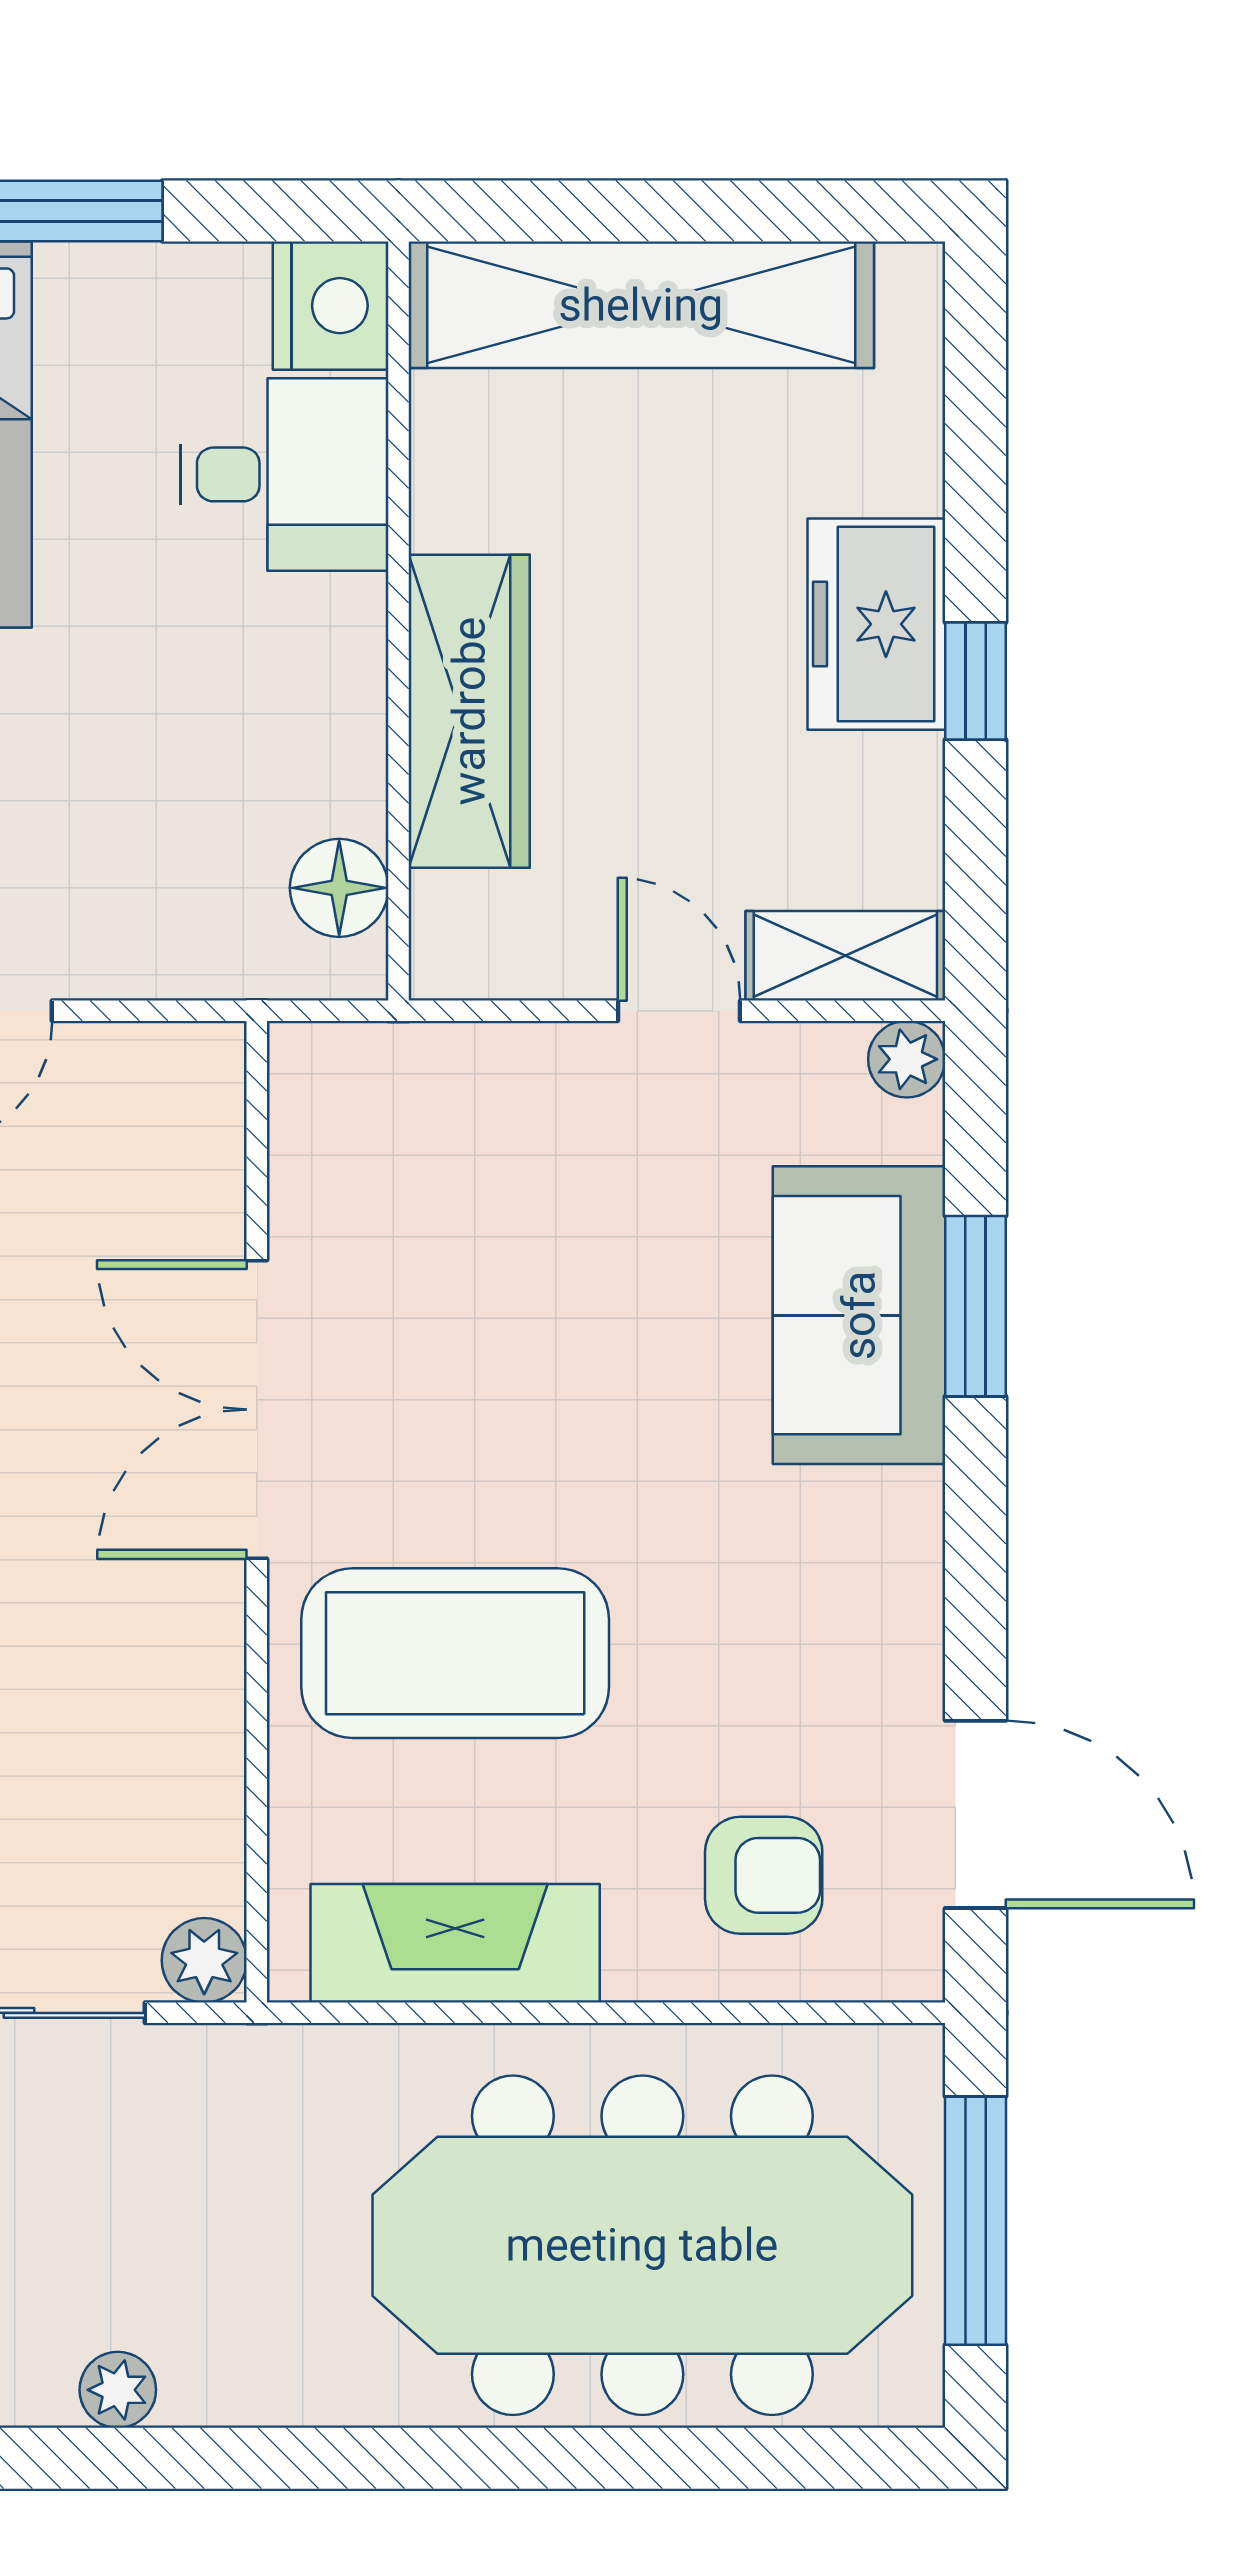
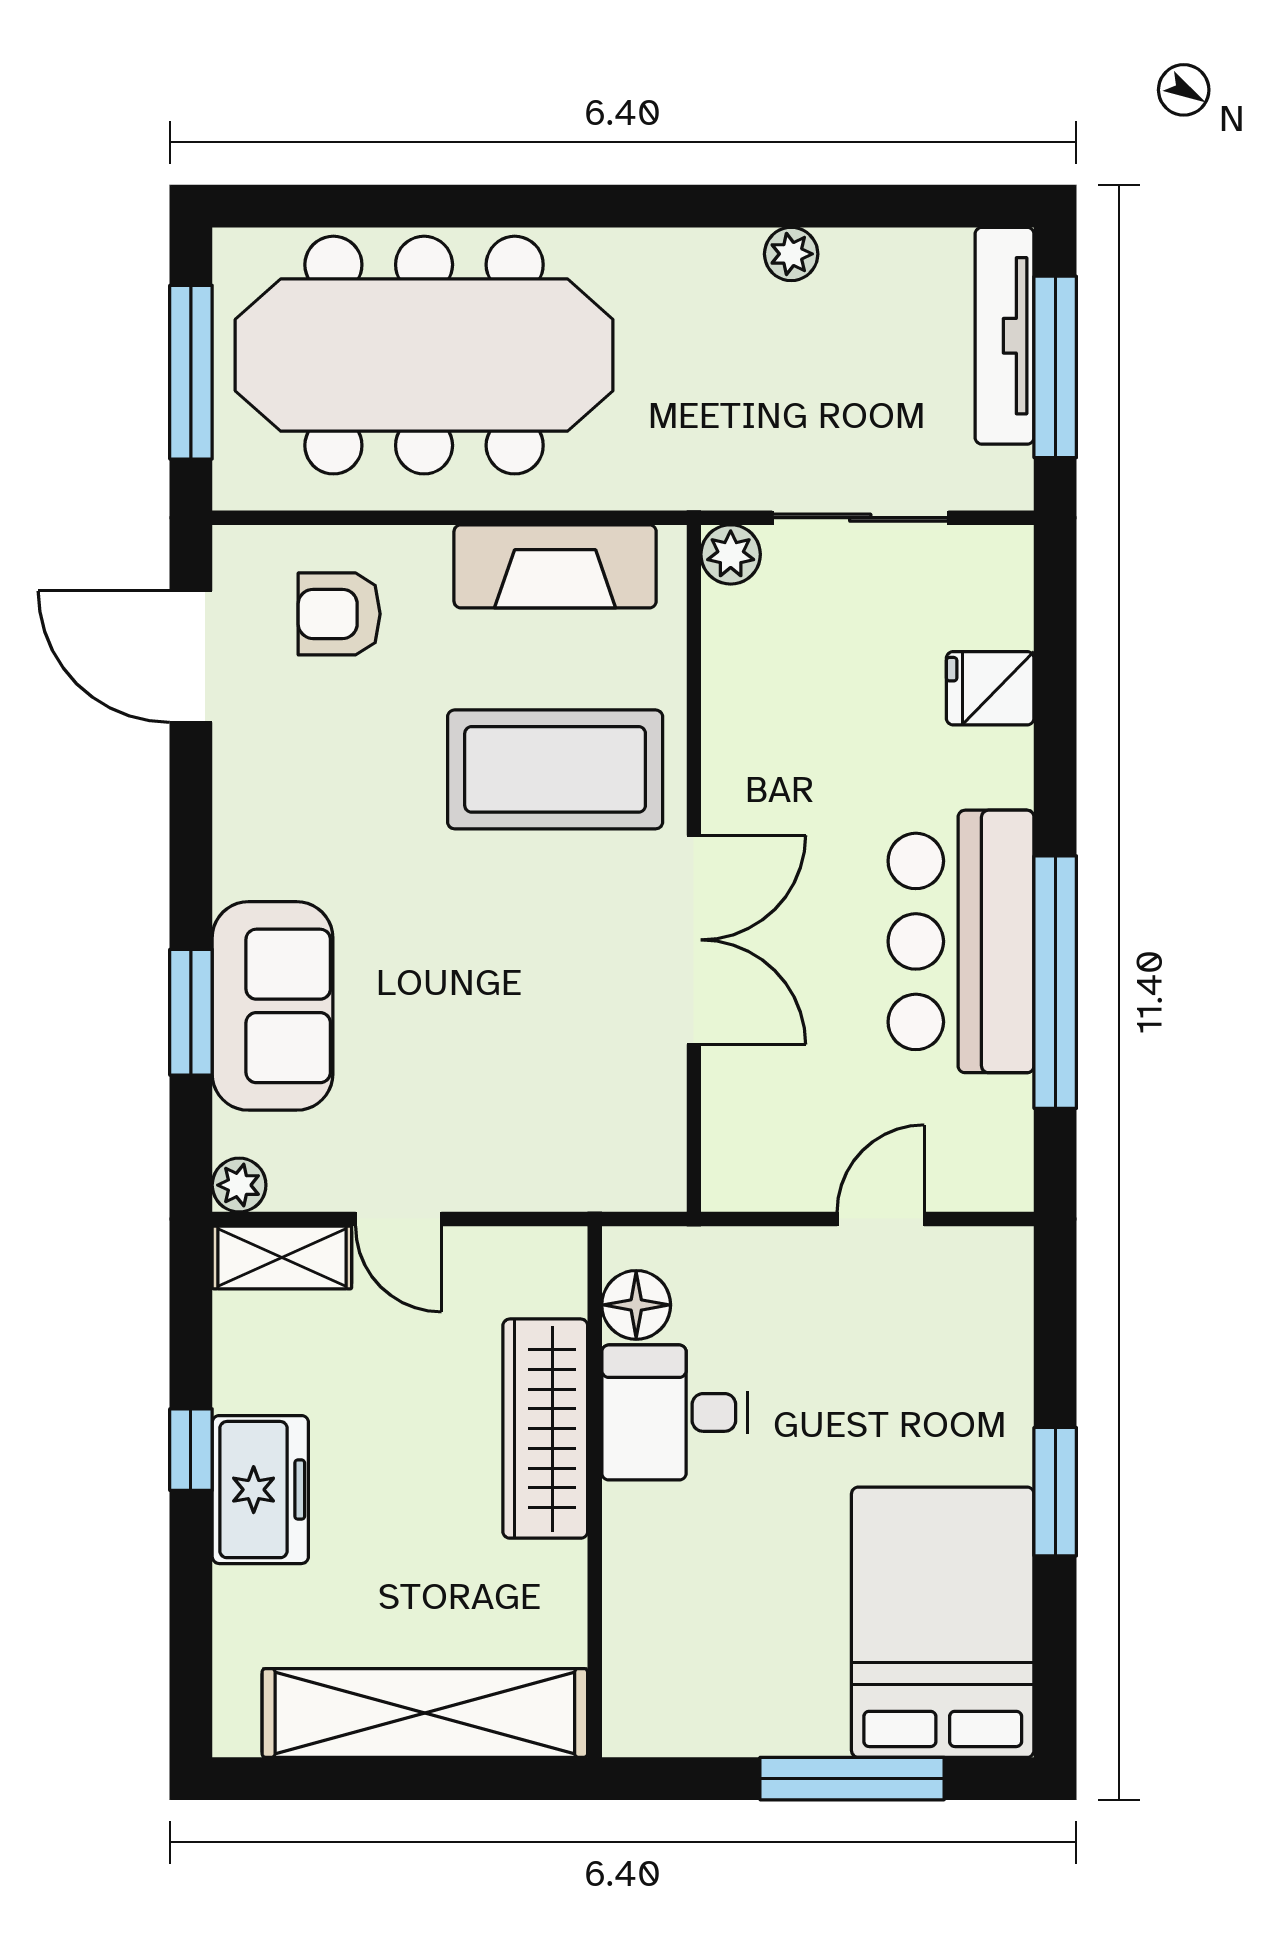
nightstand: (331, 306) -> (642, 1712), removed
desk: (284, 474) -> (675, 1412), moved

